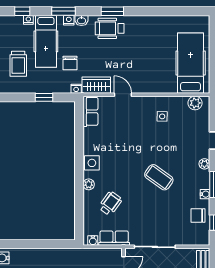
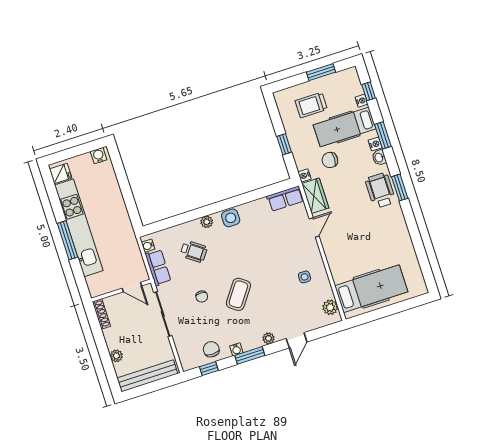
chair: (151, 209) -> (202, 297), added

